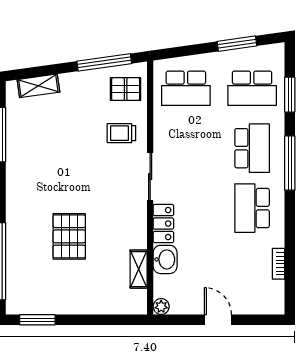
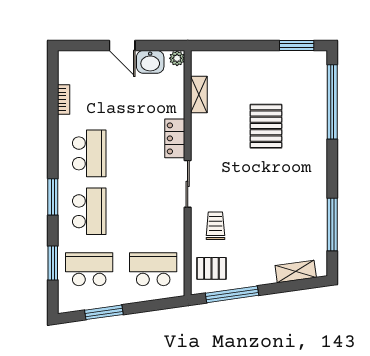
trolley: (121, 133) -> (215, 226), turned -90
school desk: (252, 148) -> (89, 211), turned 180
window: (290, 163) -> (53, 197), width x0.69
washbasin: (165, 259) -> (150, 62), moved, turned -90

